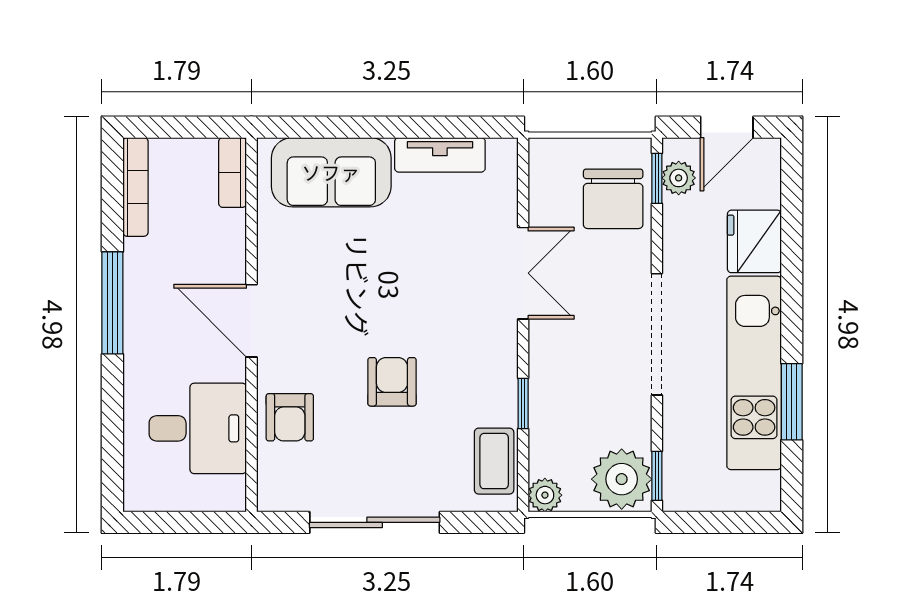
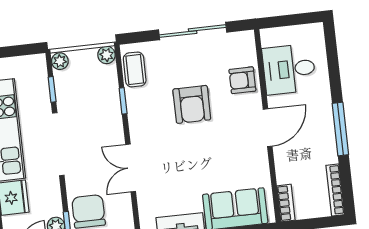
door: (251, 321) -> (268, 128), hinge flipped
armchair: (392, 382) -> (192, 104), width x1.38, depth x1.38
armchair: (290, 417) -> (242, 80), turned -90
window: (657, 476) -> (52, 89), moved
plant: (622, 479) -> (60, 61), width x0.53, depth x0.53

